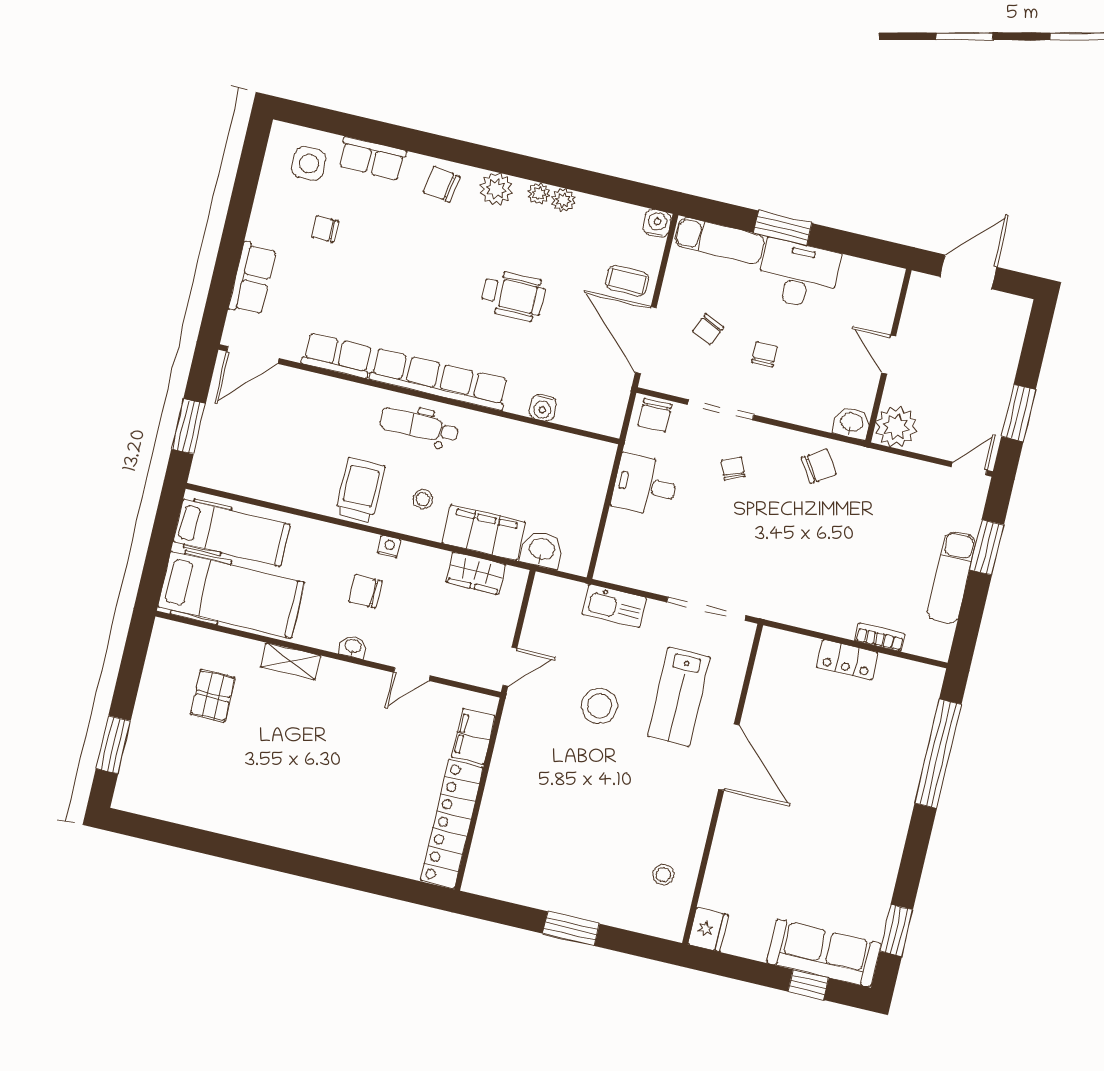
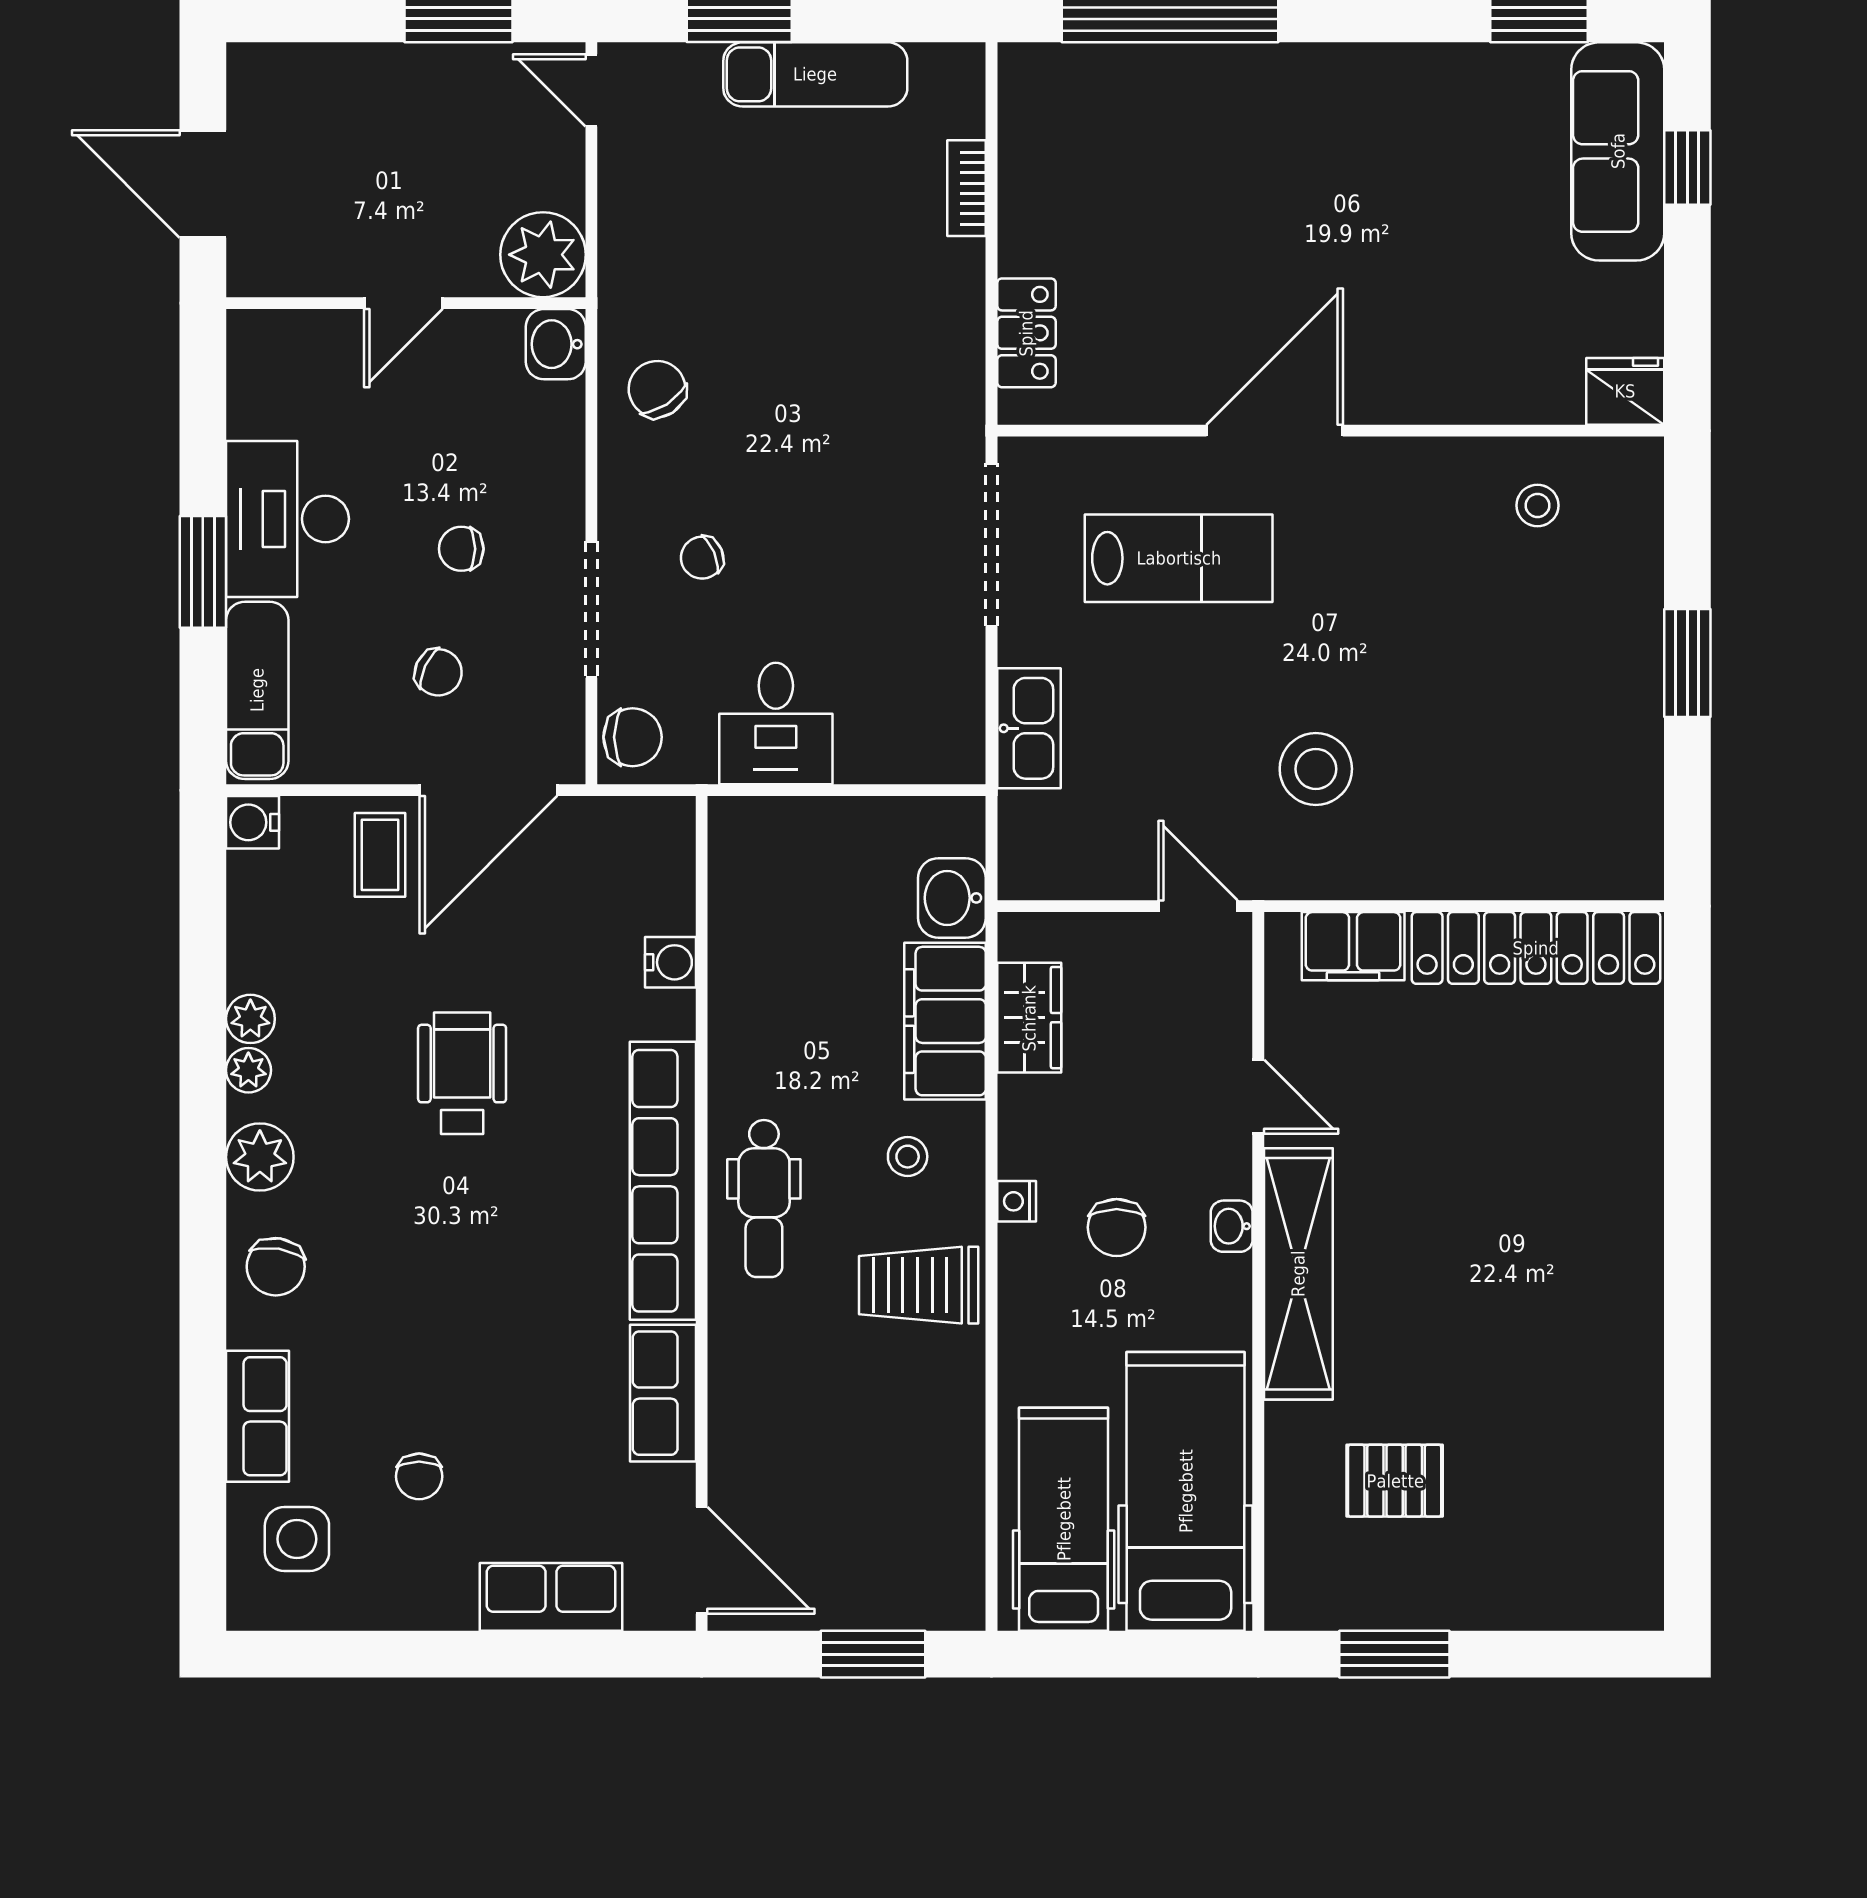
locker: (847, 660) -> (1026, 333), moved
shelving: (291, 661) -> (1298, 1274), width x2.20, depth x1.33
stool: (599, 706) -> (1316, 769), moved
window: (113, 745) -> (1394, 1654), moved

